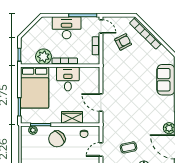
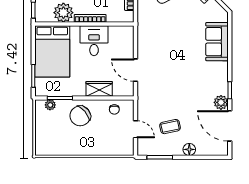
door: (101, 150) -> (136, 129), swing flipped

